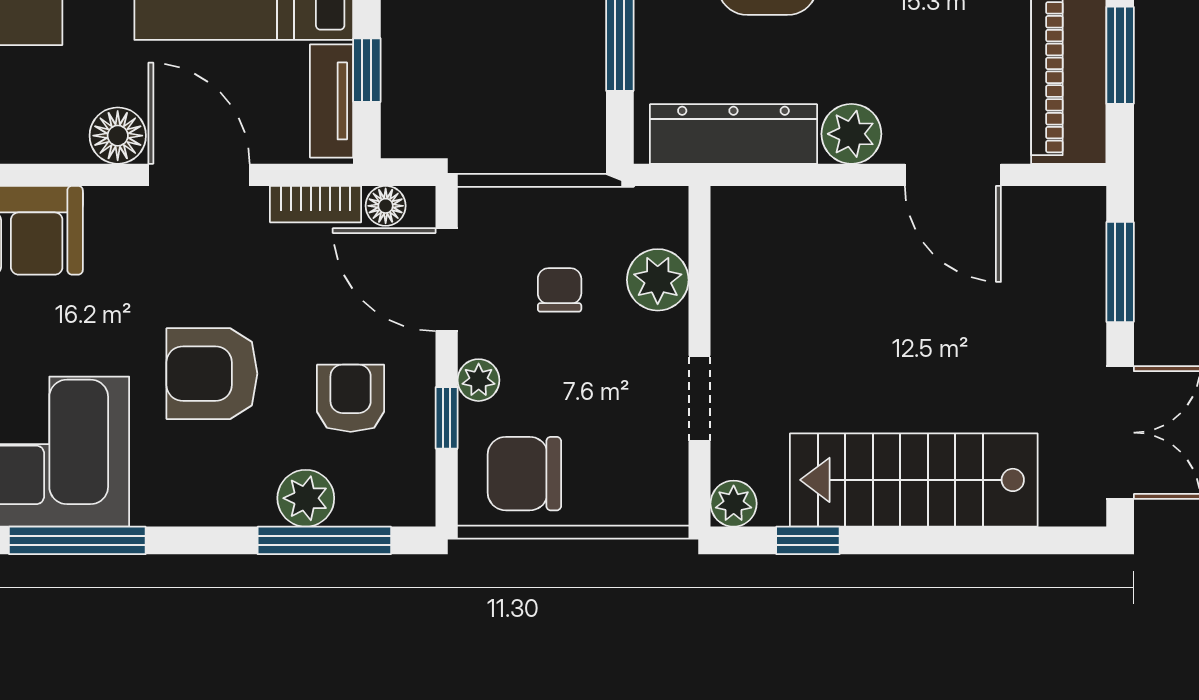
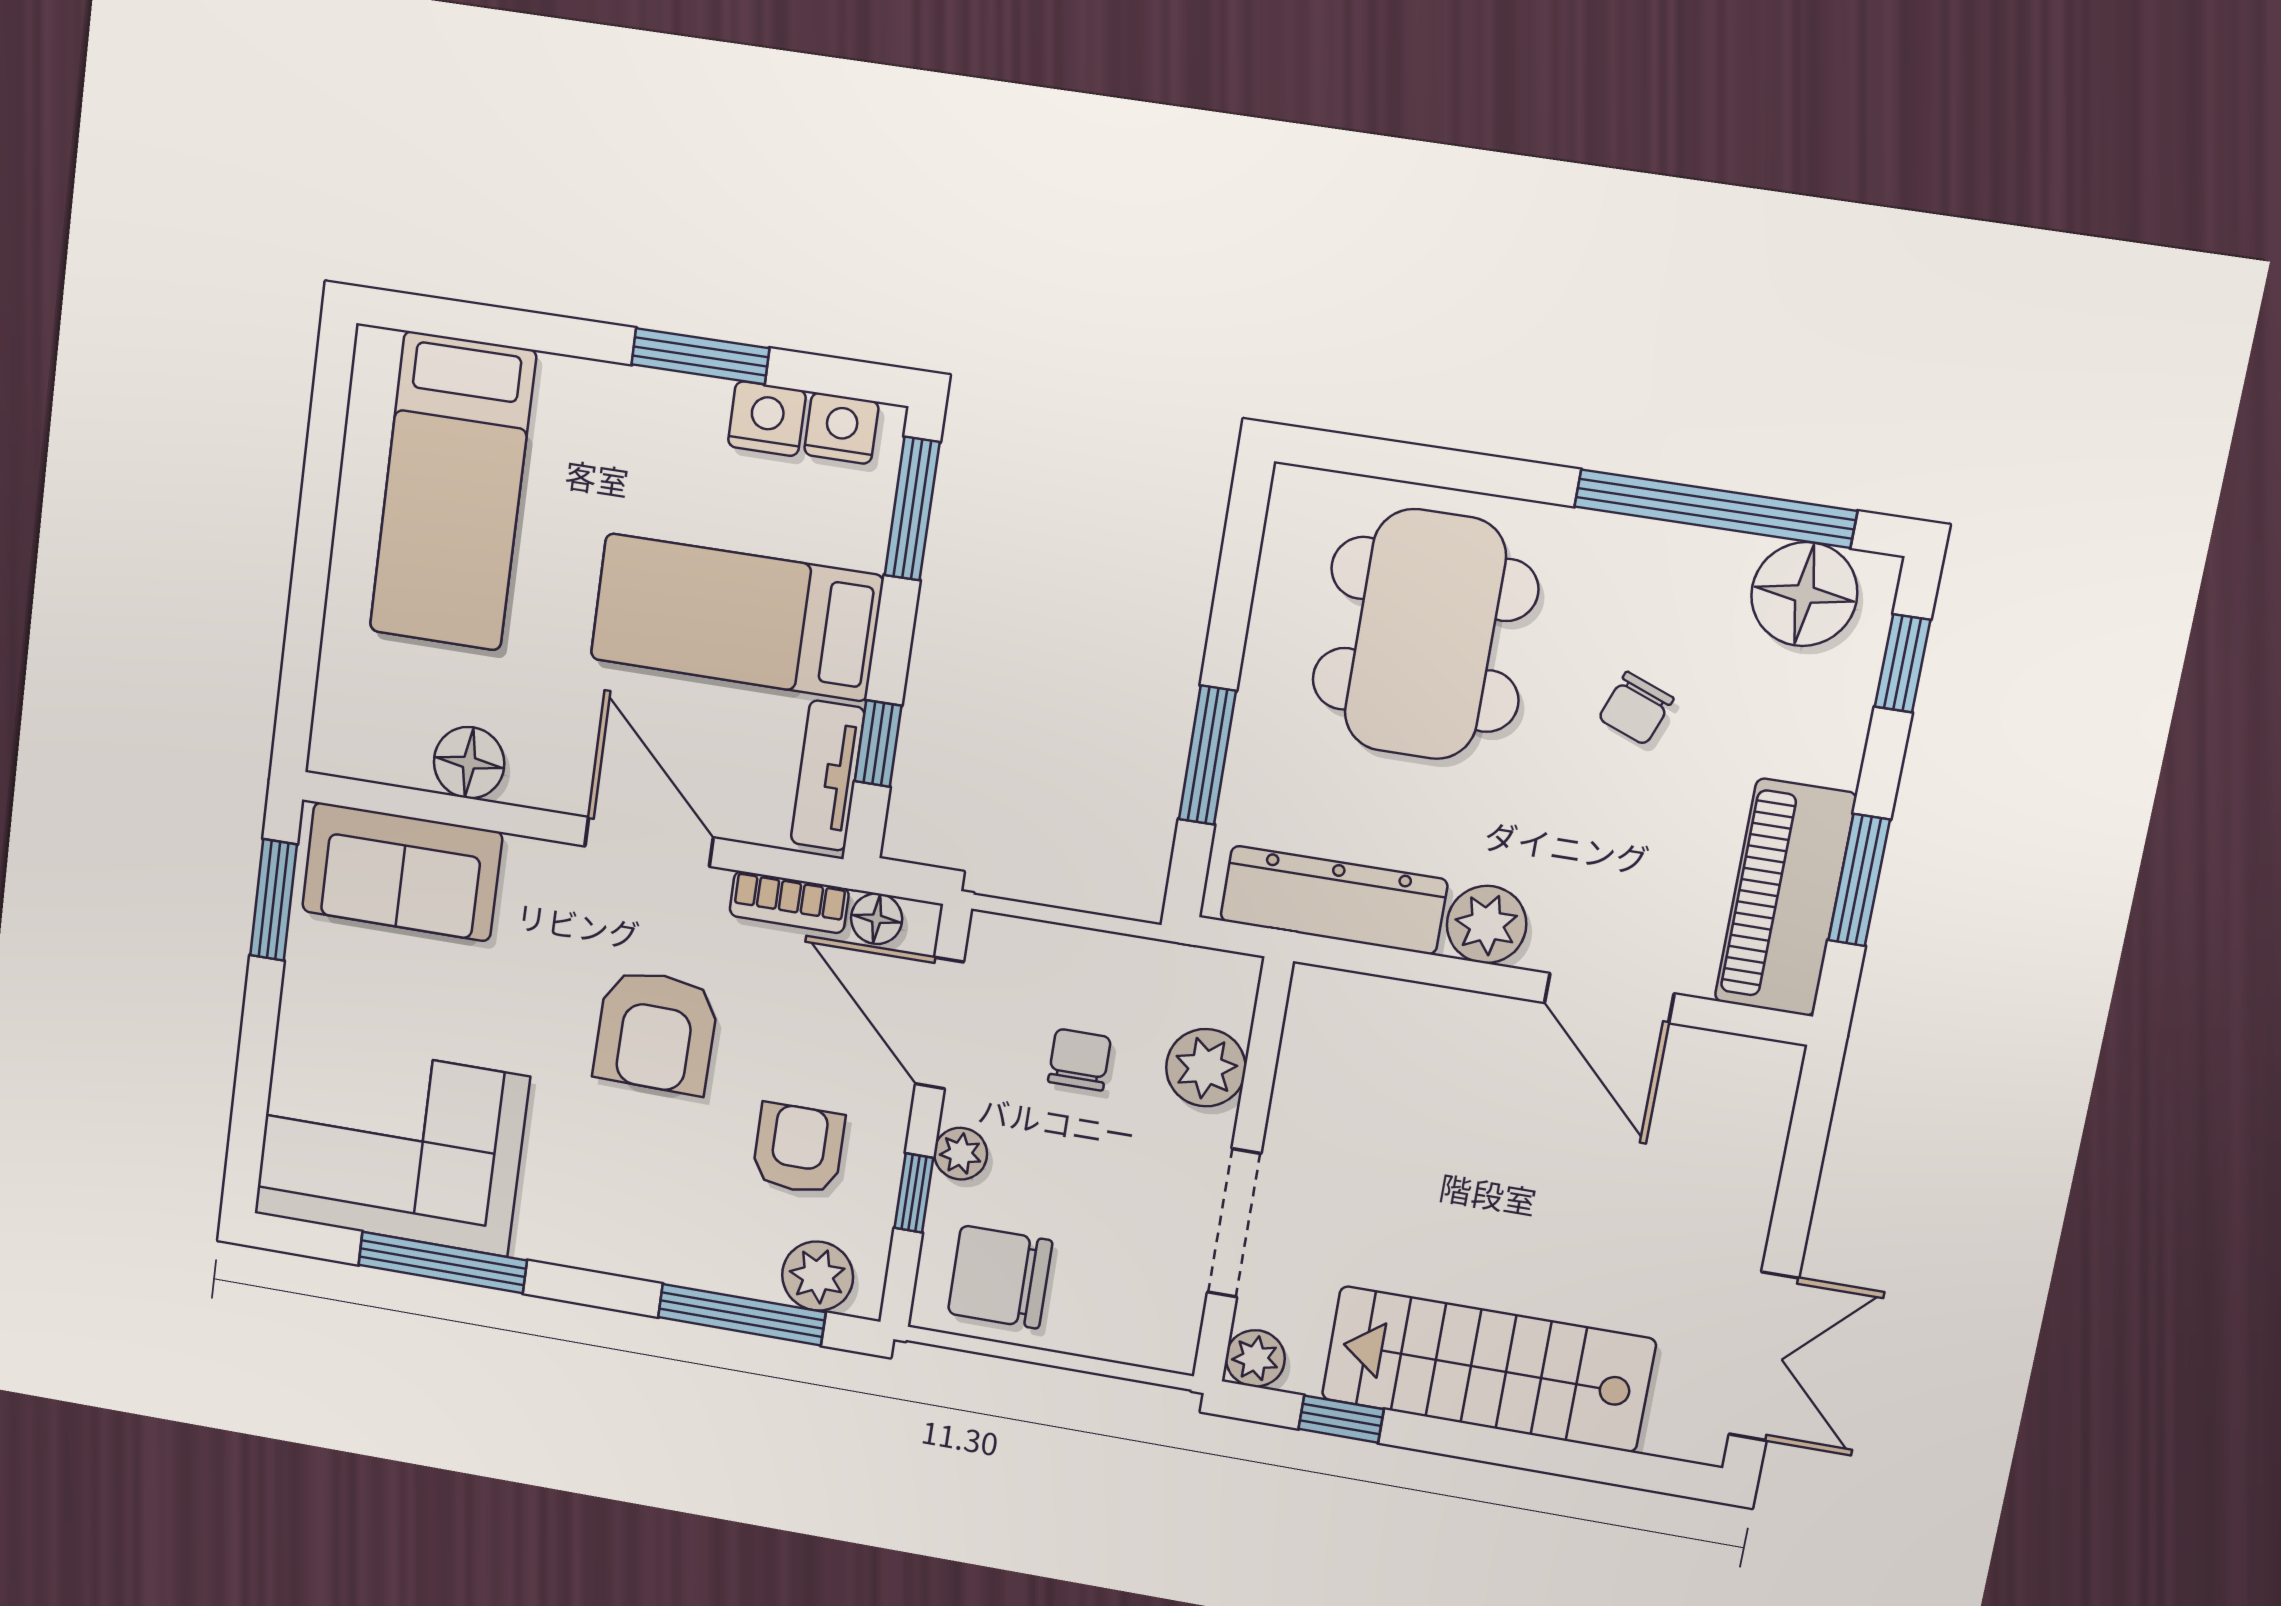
floor lamp: (118, 136) -> (469, 763), moved
window: (1120, 272) -> (1804, 1157), removed
armchair: (212, 374) -> (656, 1032), moved, turned -89
doorway: (700, 398) -> (1234, 1223), width x1.38
plant: (306, 498) -> (818, 1276), moved

